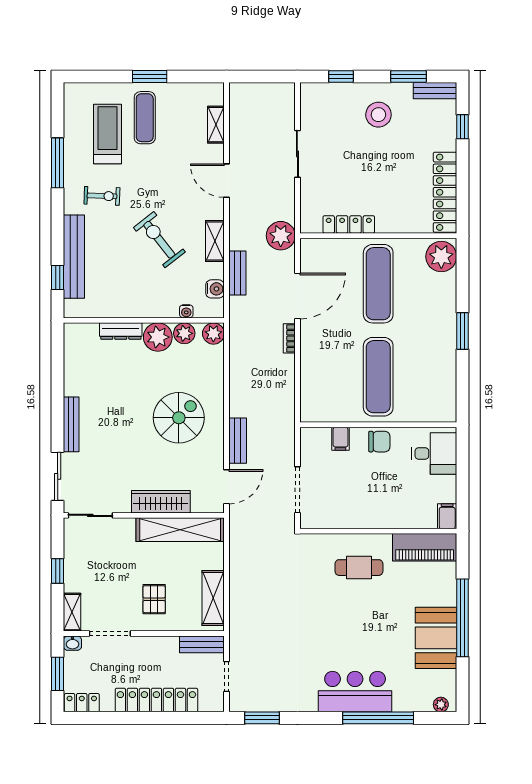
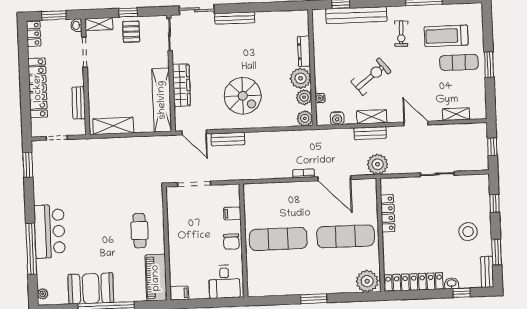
window: (263, 77) -> (492, 147), added
treadmill: (108, 134) -> (446, 36), turned 180
washbasin: (449, 140) -> (452, 283), added
door: (227, 181) -> (416, 123), hinge flipped
bench: (237, 273) -> (370, 133), moved
pallet: (154, 599) -> (131, 32), moved, turned 90
bench: (202, 644) -> (79, 103), moved

